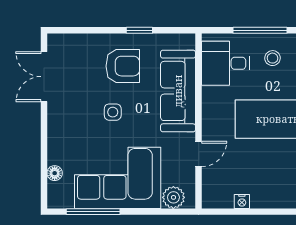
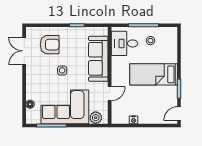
armchair: (123, 66) -> (50, 45), moved

